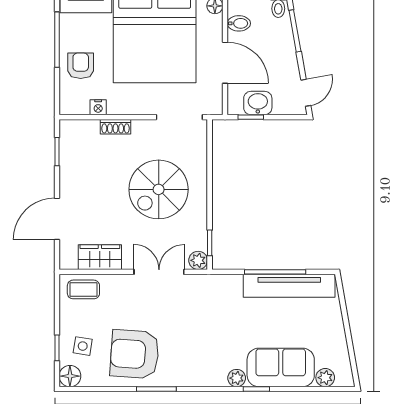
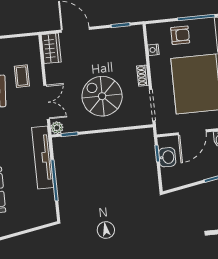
door: (306, 93) -> (177, 189), removed
shoe rack: (115, 127) -> (143, 76), moved
wardrobe: (100, 257) -> (51, 48), moved
tv unit: (289, 286) -> (43, 157), moved
coffee table: (83, 289) -> (22, 76), moved

